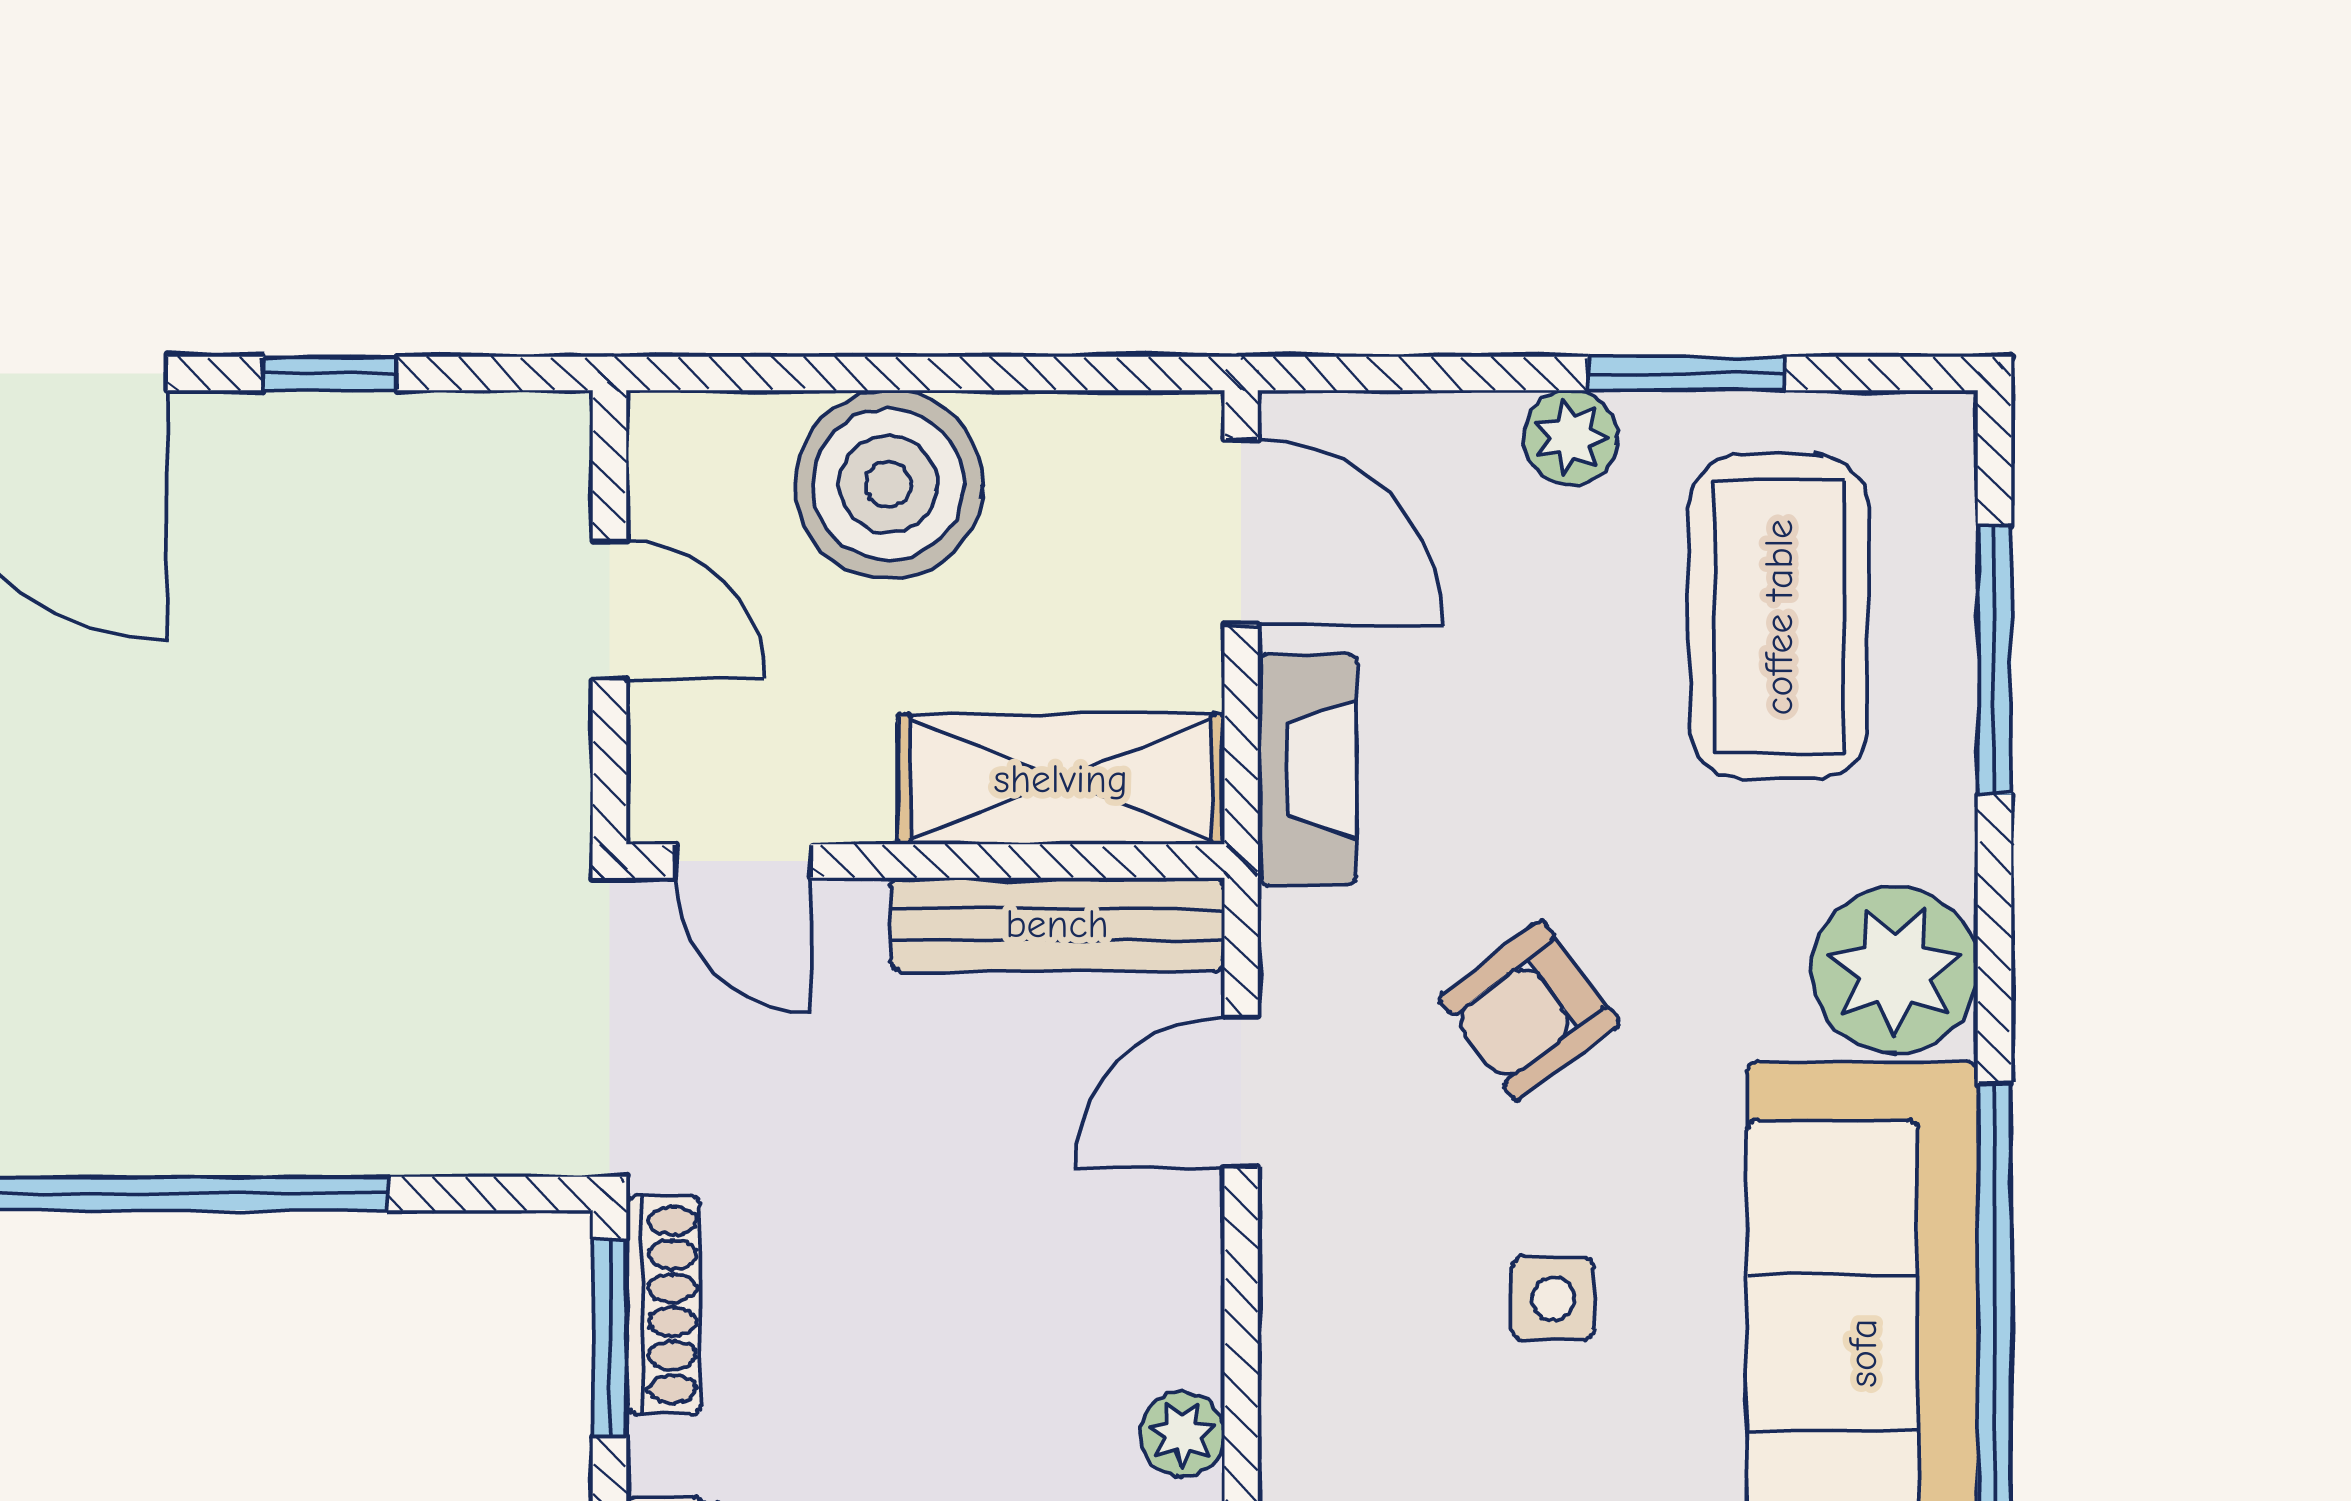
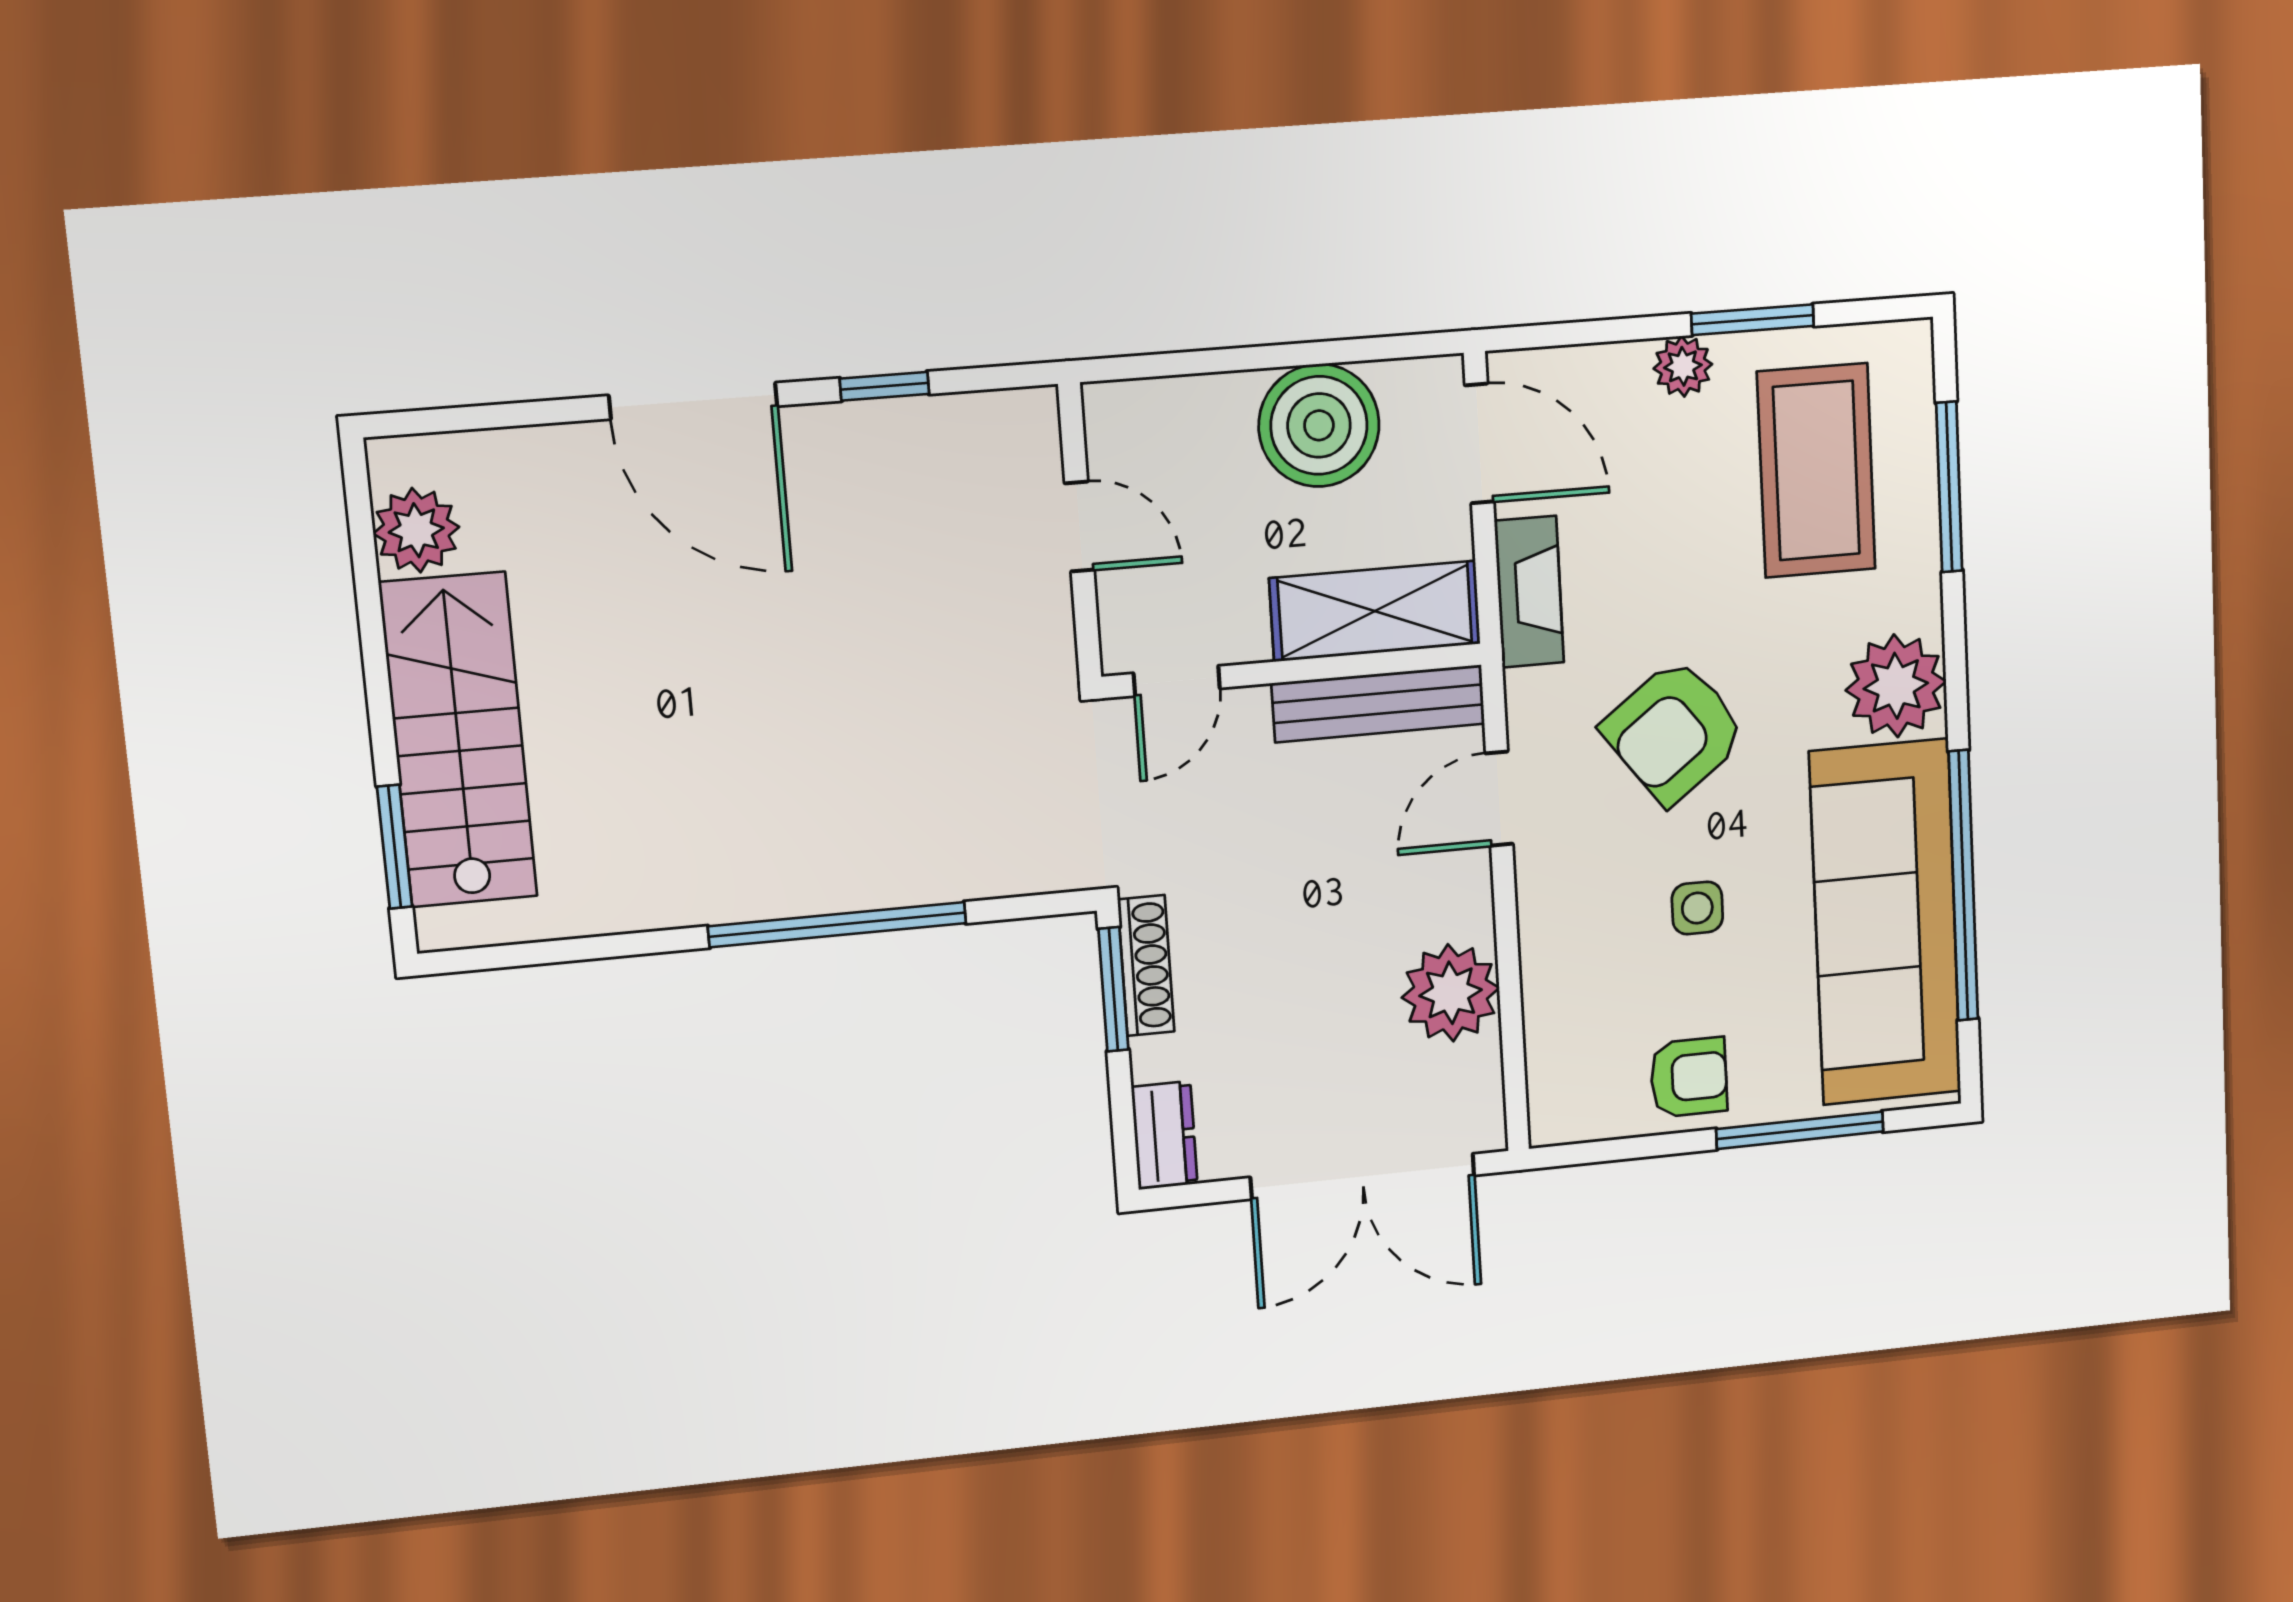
boiler: (888, 484) -> (1319, 425), moved
door: (743, 861) -> (1177, 681), hinge flipped
armchair: (1529, 1011) -> (1674, 731), width x1.38, depth x1.38
plant: (1182, 1434) -> (1451, 993), width x1.88, depth x1.88

